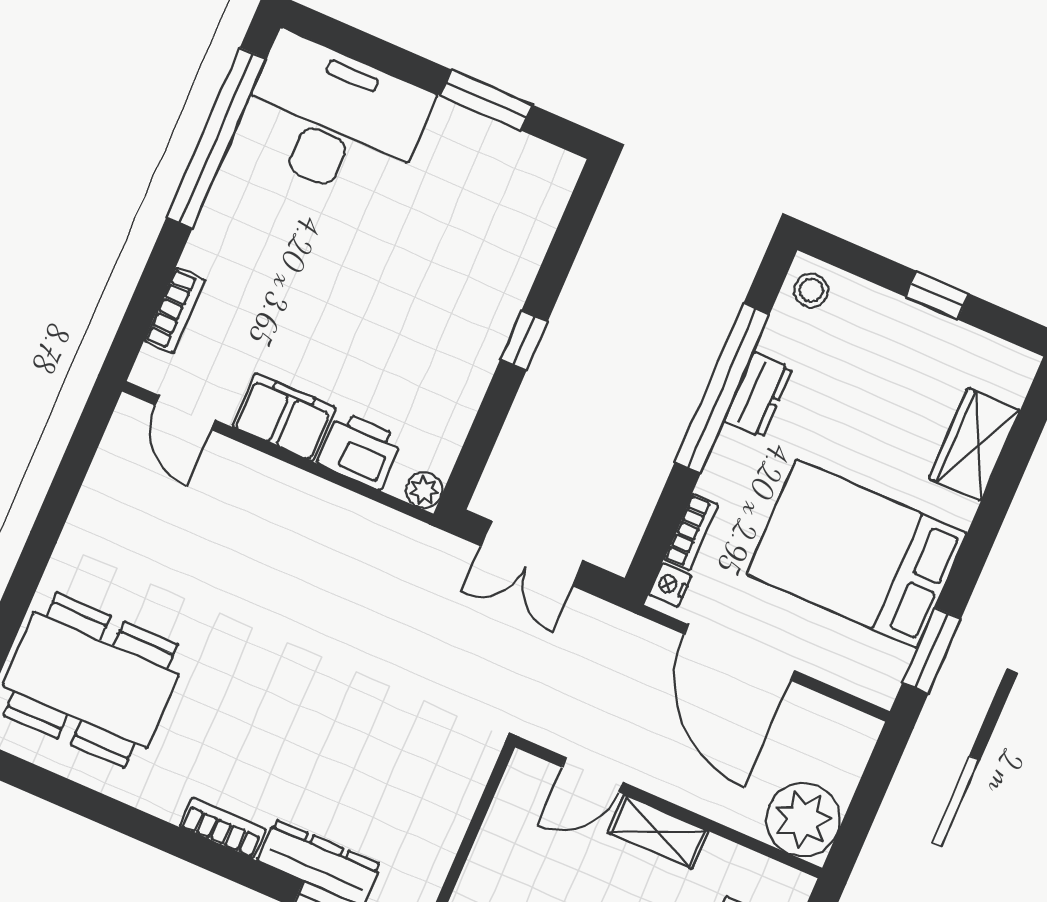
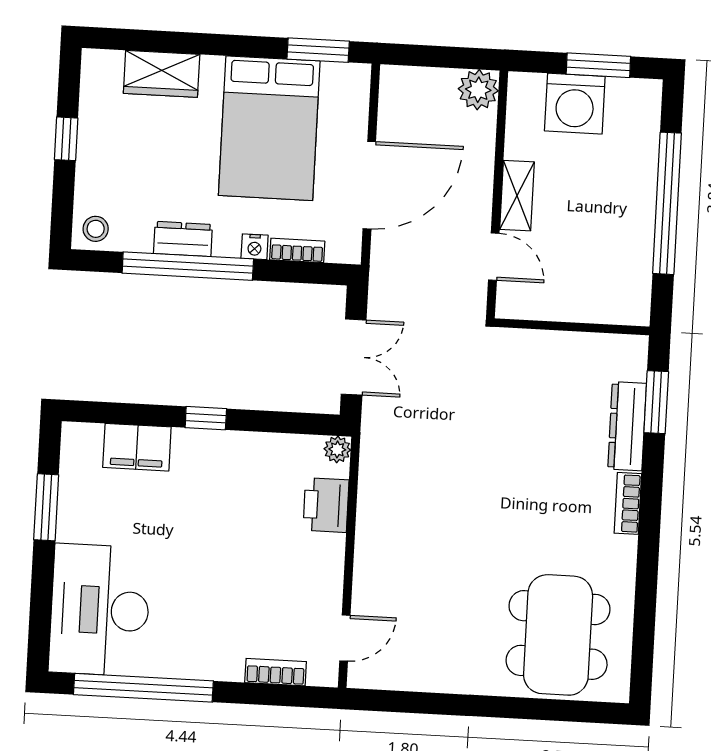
filing cabinet: (284, 417) -> (137, 447), moved, turned -90
nightstand: (670, 585) -> (255, 247), moved
plant: (803, 820) -> (478, 90), width x0.73, depth x0.73

